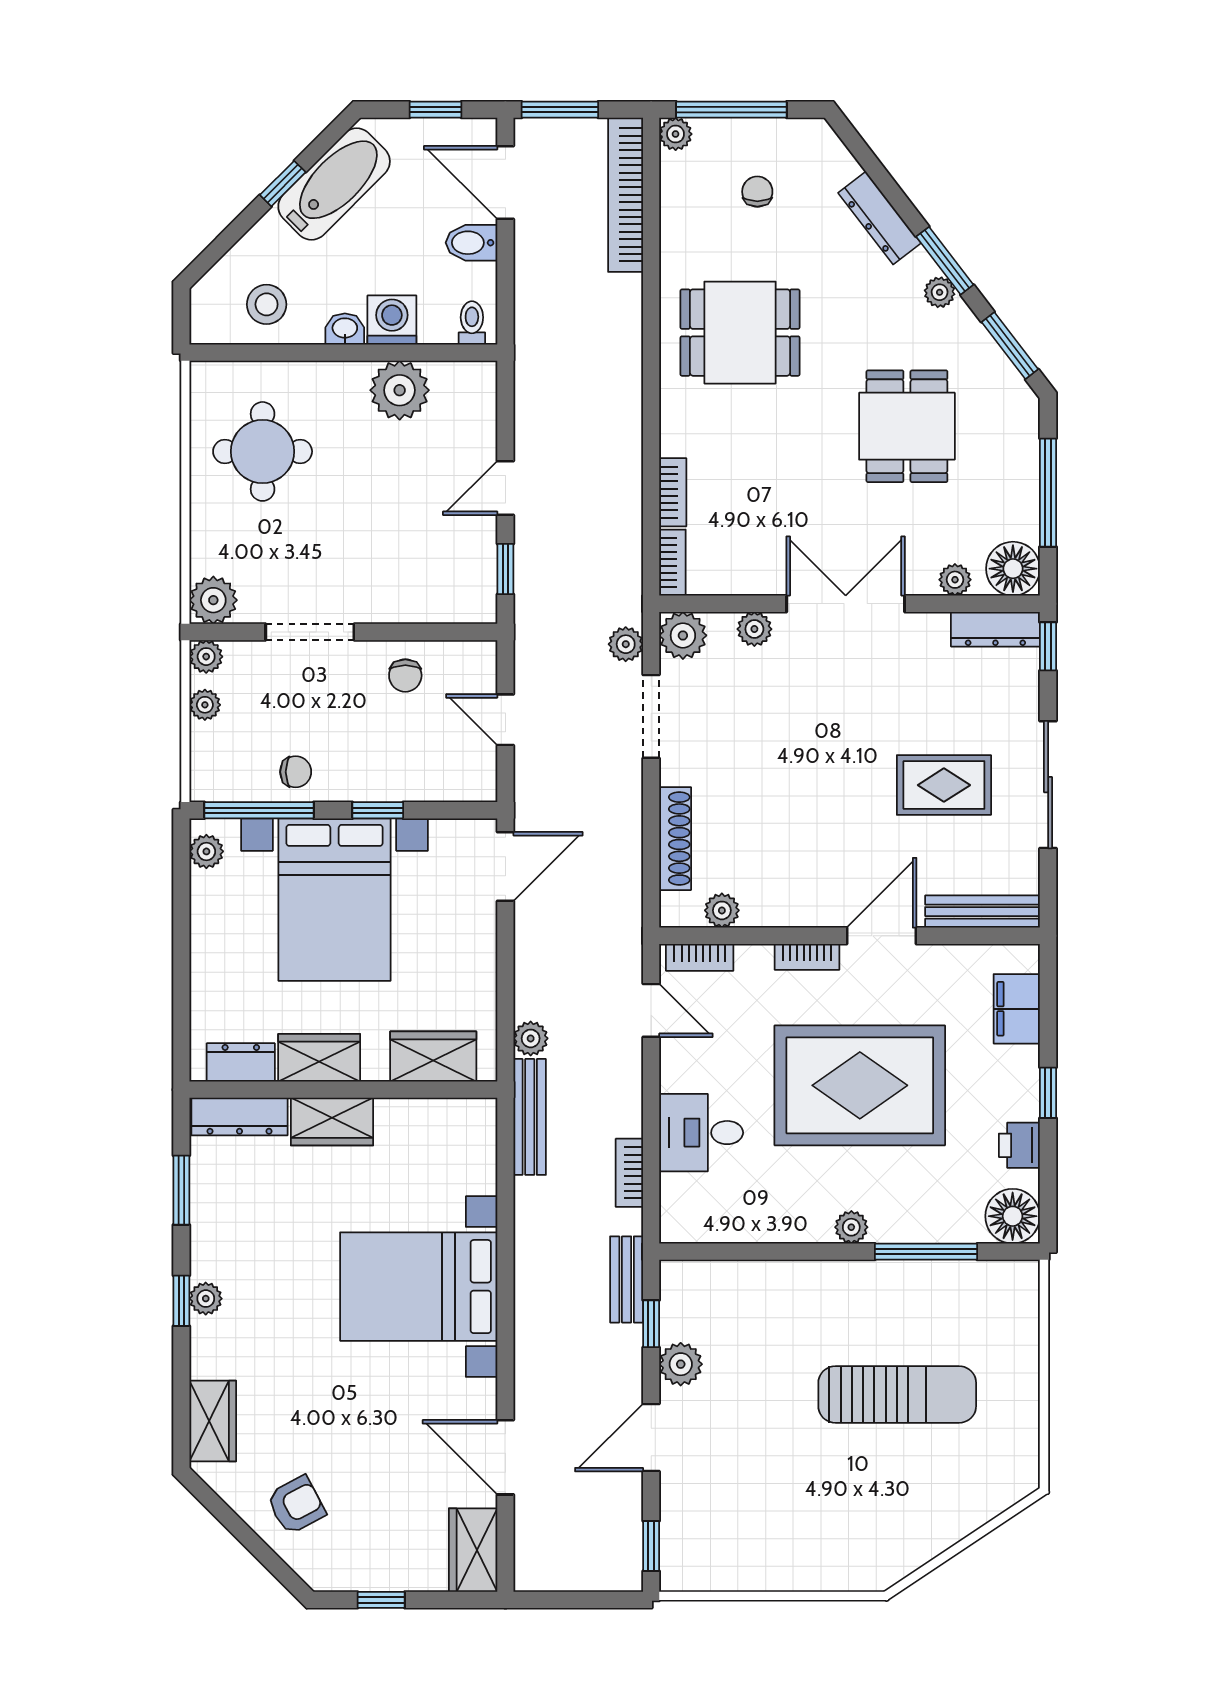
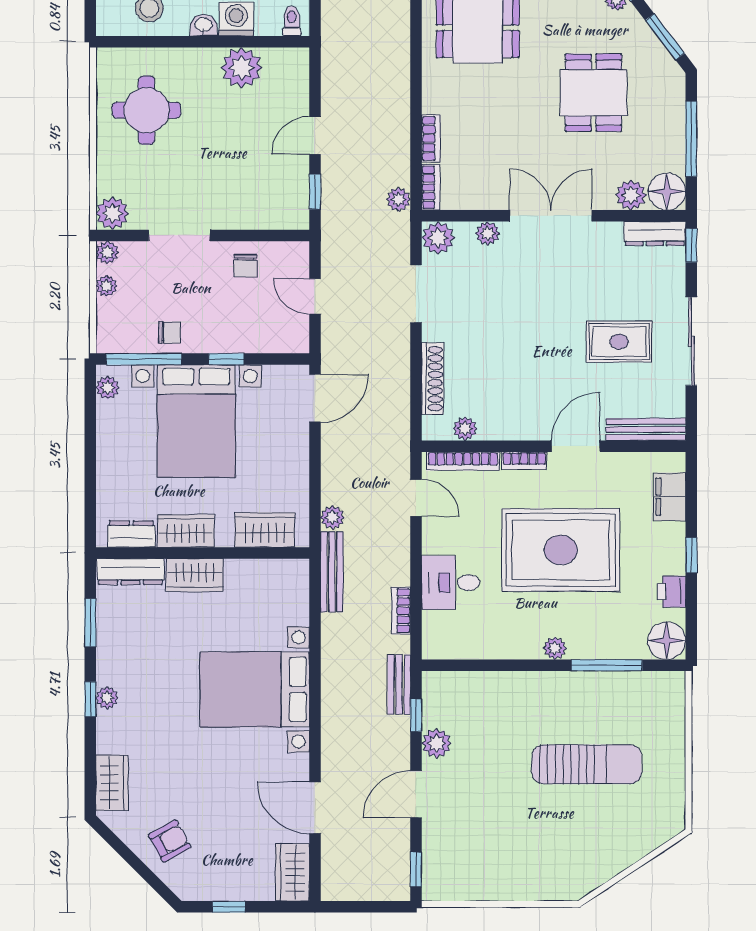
plant: (955, 580) -> (631, 195), width x1.38, depth x1.38
plant: (626, 644) -> (398, 199), moved
bookcase: (700, 957) -> (463, 461), width x1.56

